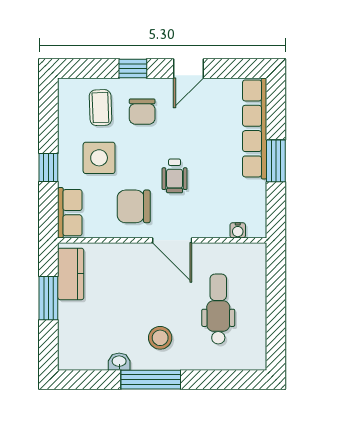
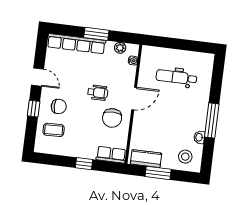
side table: (99, 158) -> (82, 134), removed
plant: (257, 205) -> (120, 48), added
stool: (160, 338) -> (185, 157), moved

